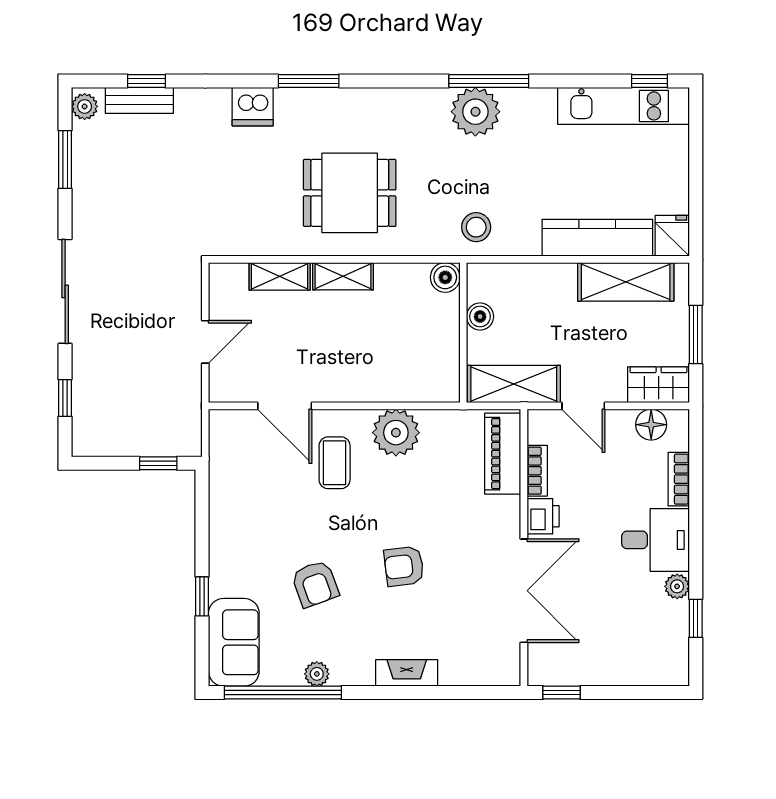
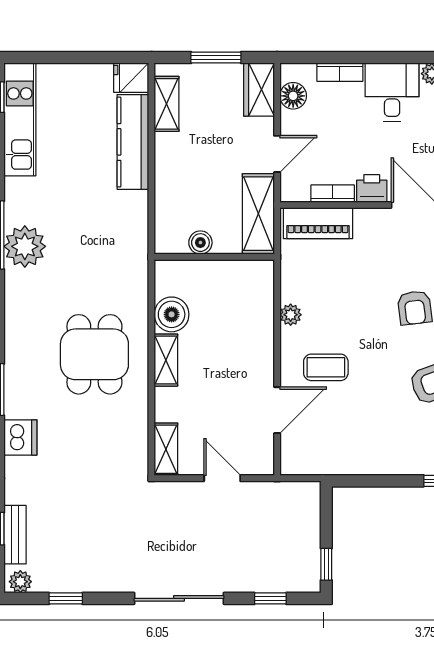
window: (65, 159) -> (66, 598), width x0.67
stool: (476, 227) -> (124, 246), removed
shelving: (280, 276) -> (166, 449), moved
boiler: (445, 277) -> (172, 314), moved, width x1.36, depth x1.36
shelving: (626, 282) -> (167, 104), width x0.67, depth x0.75
plant: (396, 433) -> (291, 315), width x0.53, depth x0.53
window: (158, 463) -> (326, 564), moved

